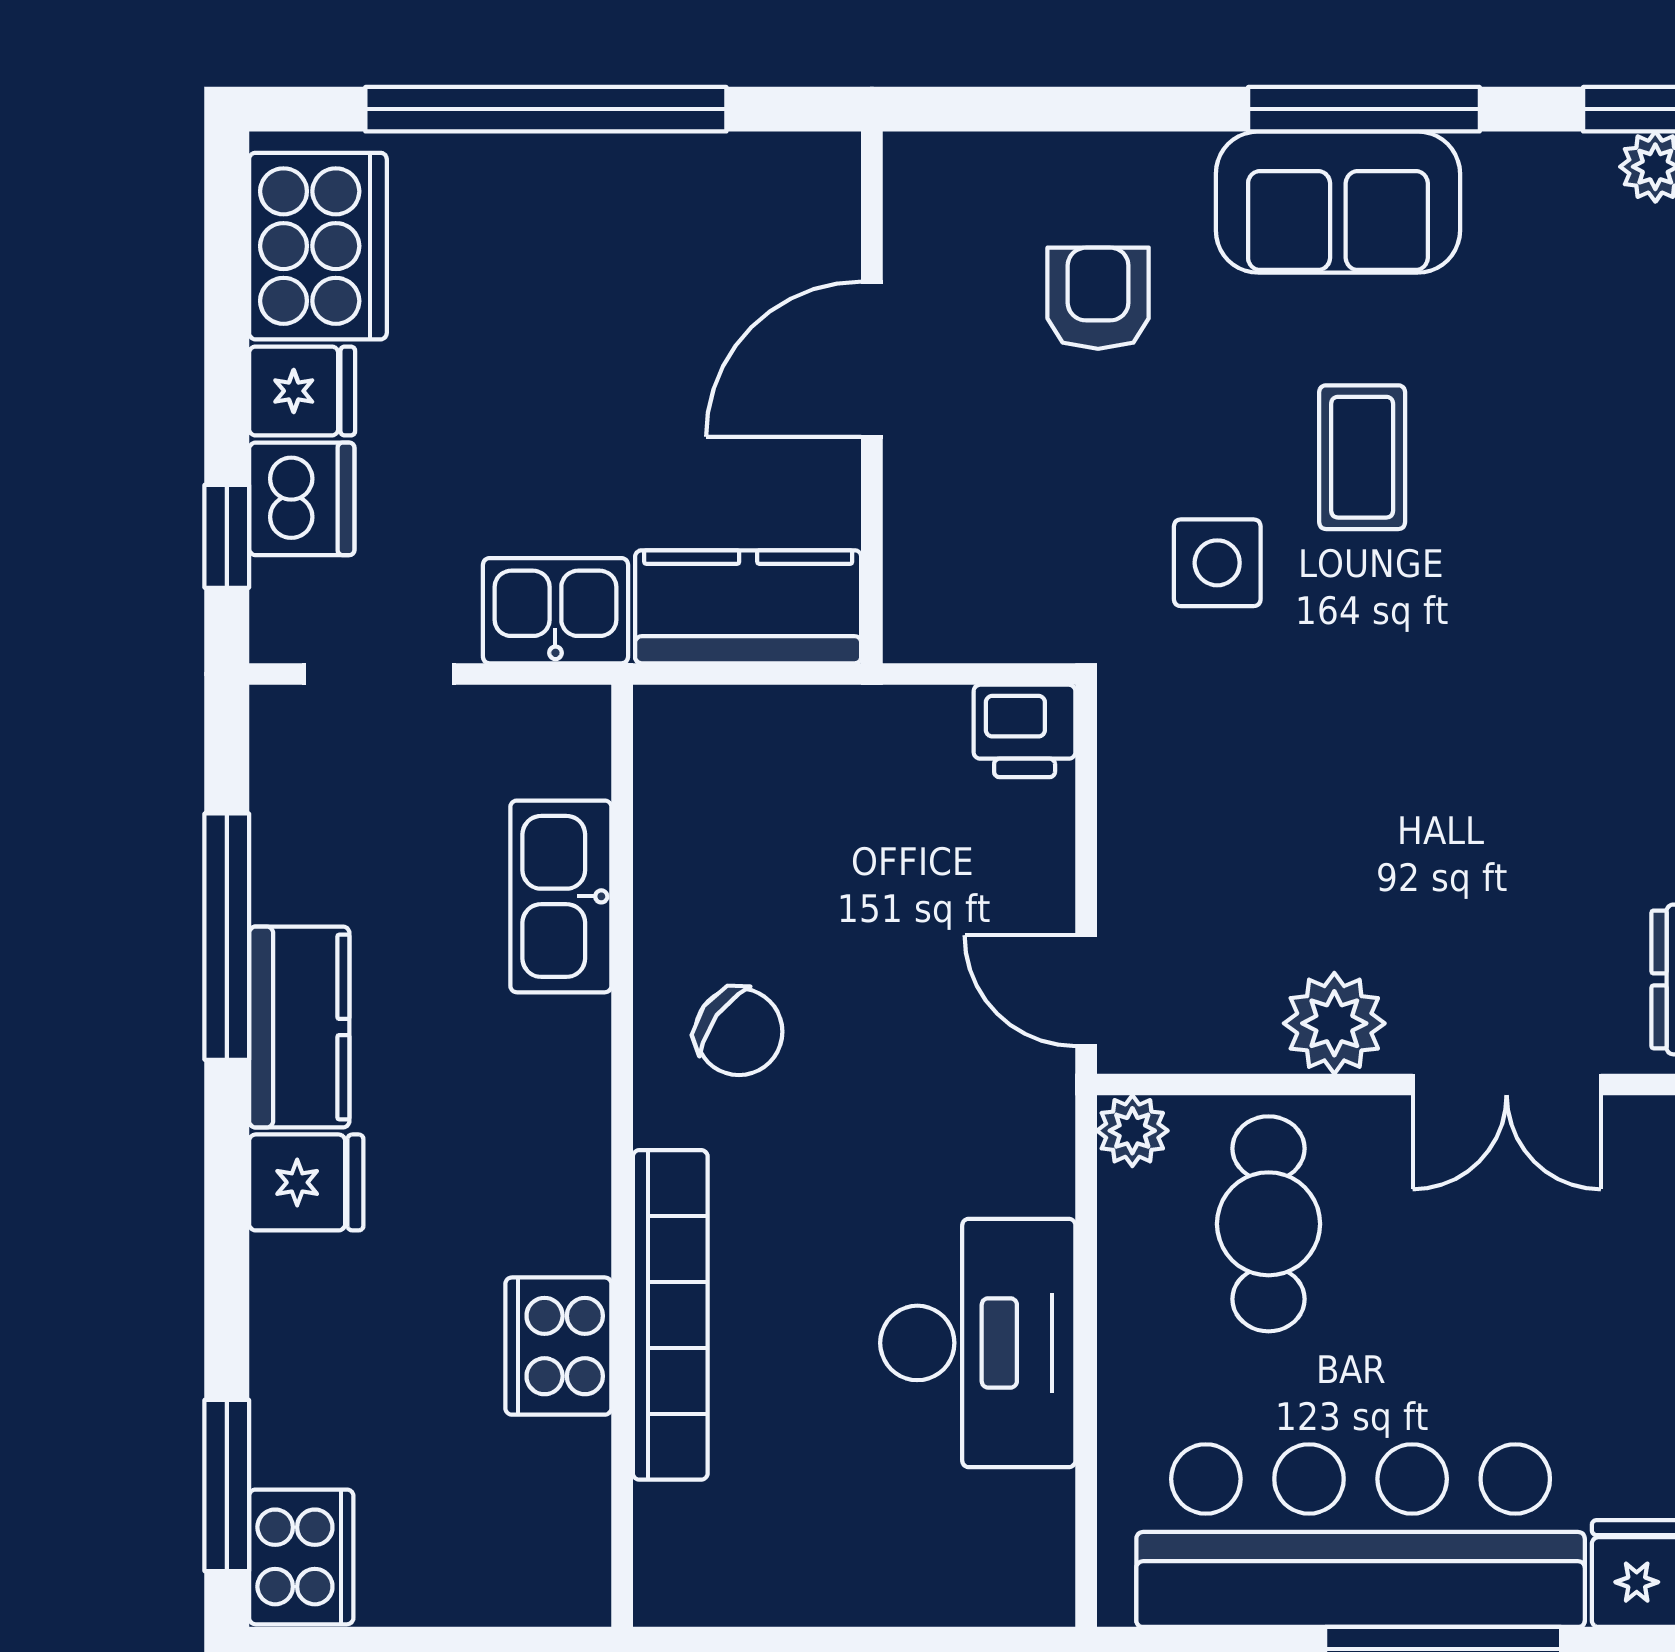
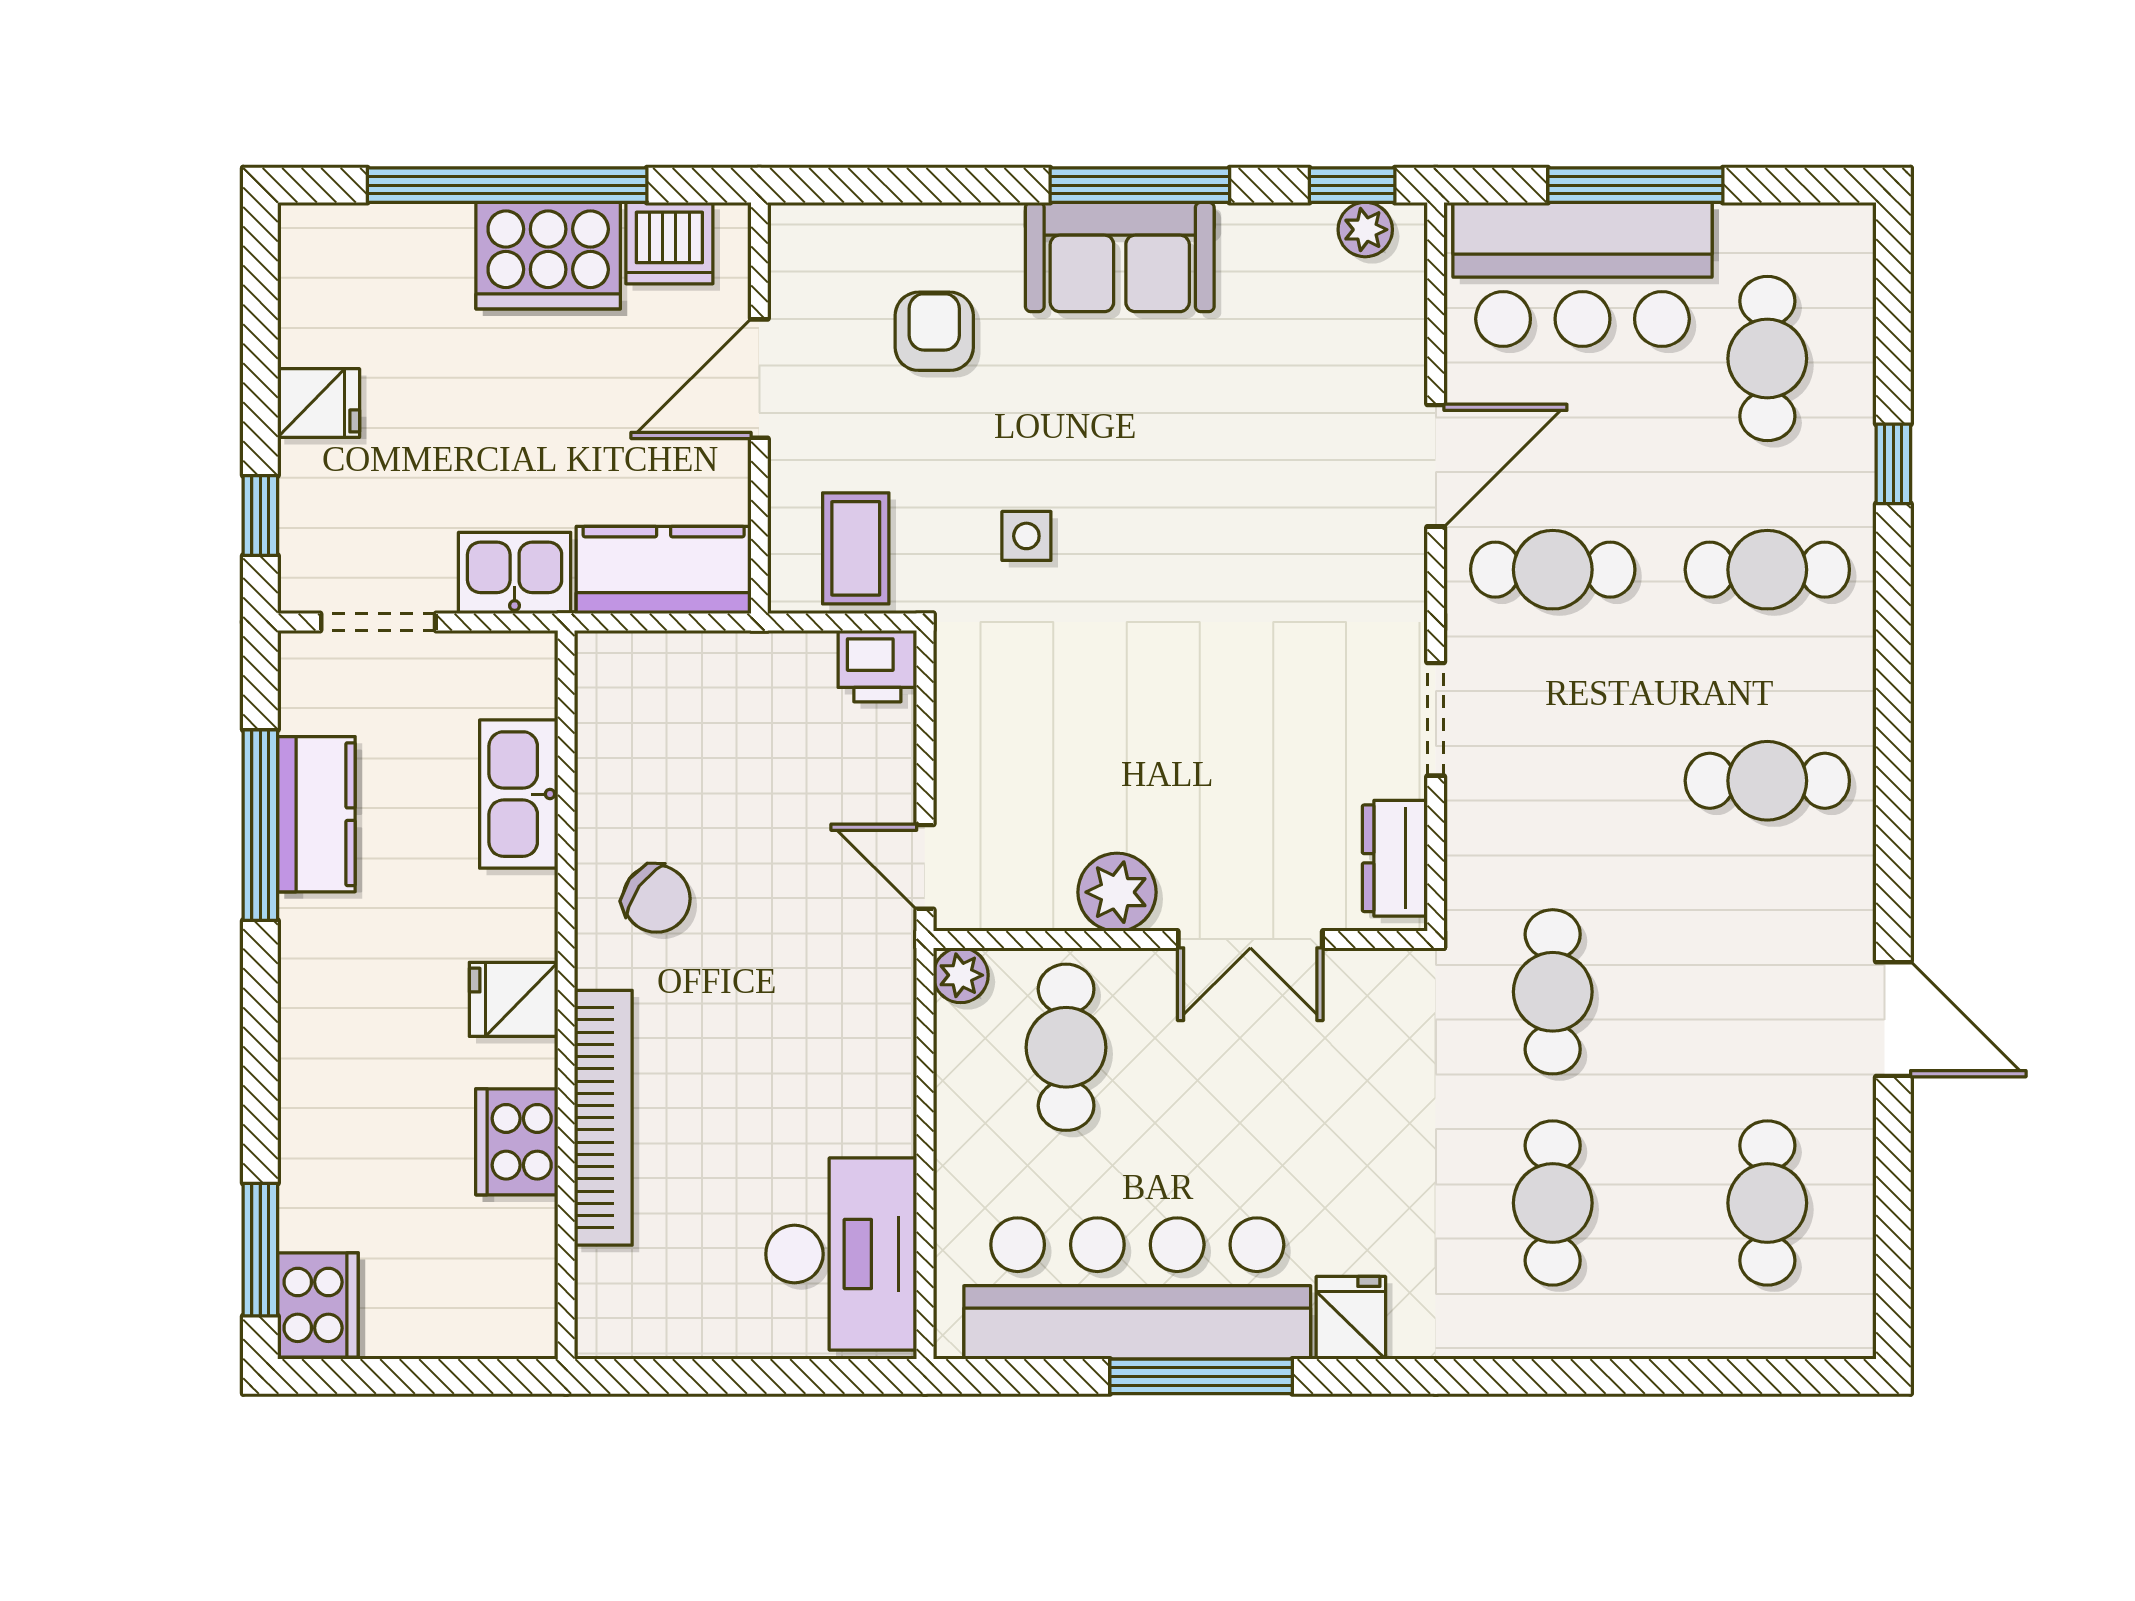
cooker: (318, 246) -> (548, 256), moved, turned 90
coffee table: (1362, 457) -> (856, 548), moved
dishwasher: (302, 499) -> (669, 243), moved, turned 90
side table: (1217, 563) -> (1026, 536), width x0.73, depth x0.73
kitchen counter: (299, 1027) -> (316, 814), moved
fridge: (306, 1182) -> (514, 999), moved, turned 180
desk: (978, 1343) -> (841, 1254), moved

